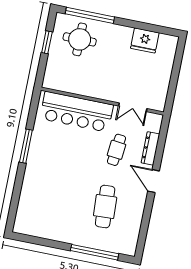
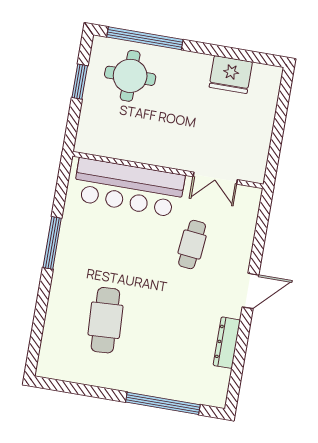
dresser: (150, 148) -> (227, 343), moved
door: (154, 181) -> (251, 291), swing flipped
cafe table: (105, 206) -> (105, 320), moved

